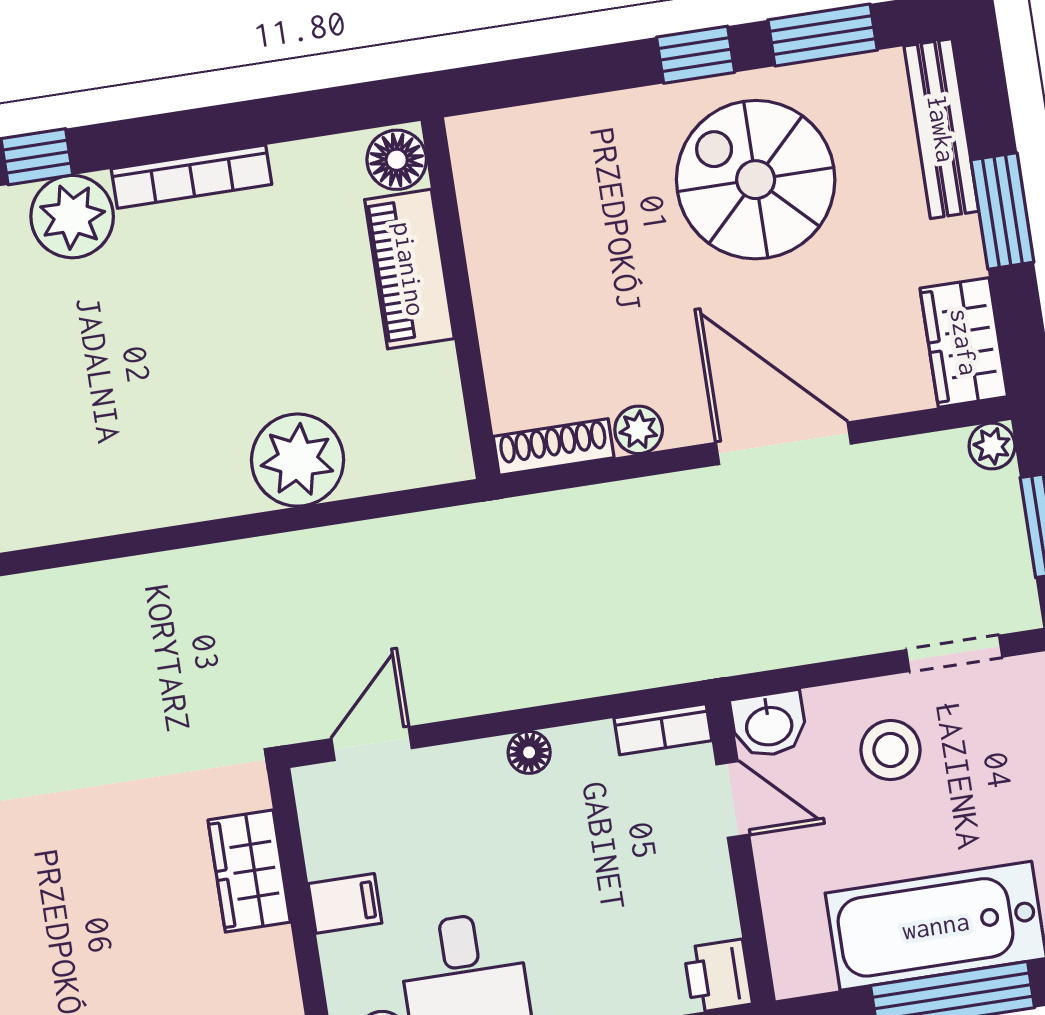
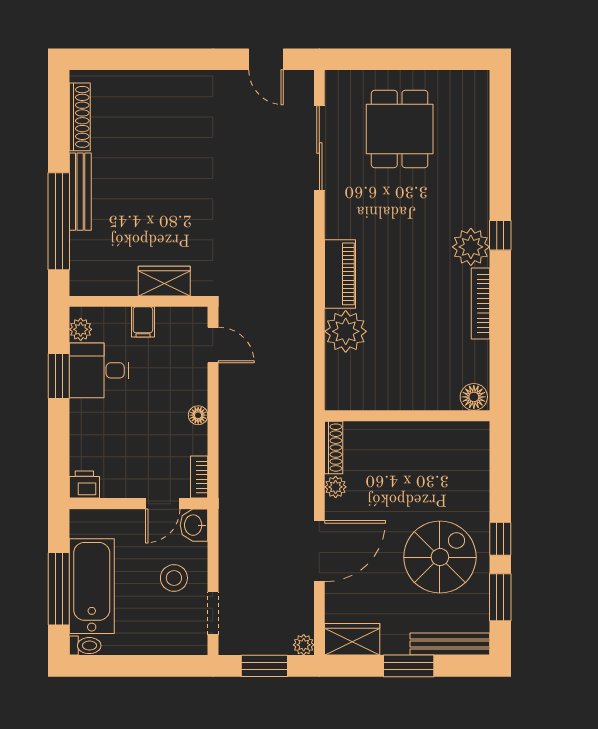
piano: (409, 269) -> (340, 274), moved, turned 90

